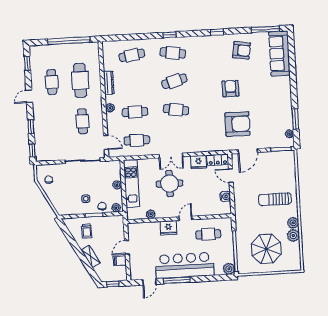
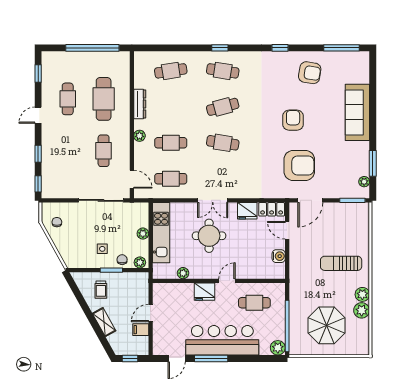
sofa: (279, 53) -> (357, 112), moved

